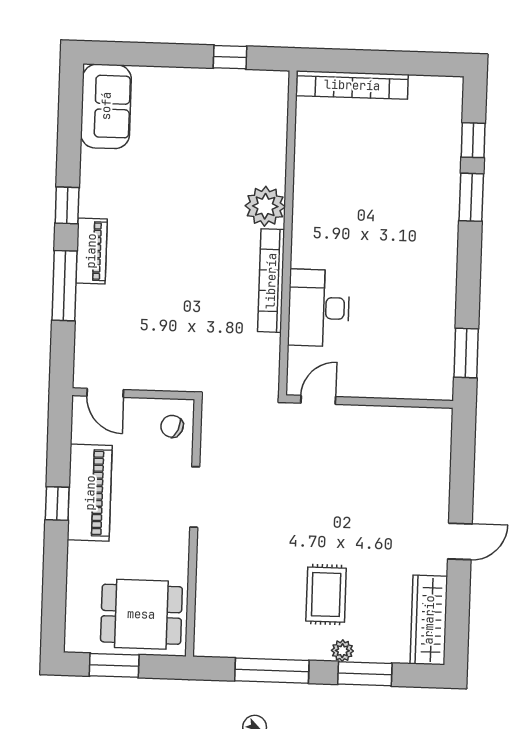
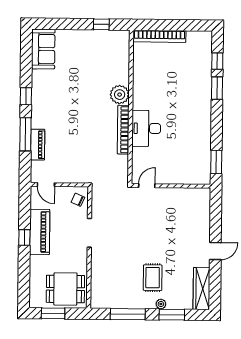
piano: (91, 251) -> (38, 145), moved
desk: (319, 308) -> (146, 128), moved

